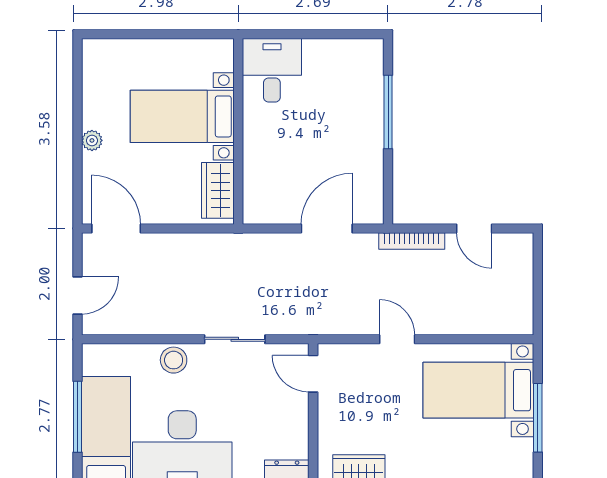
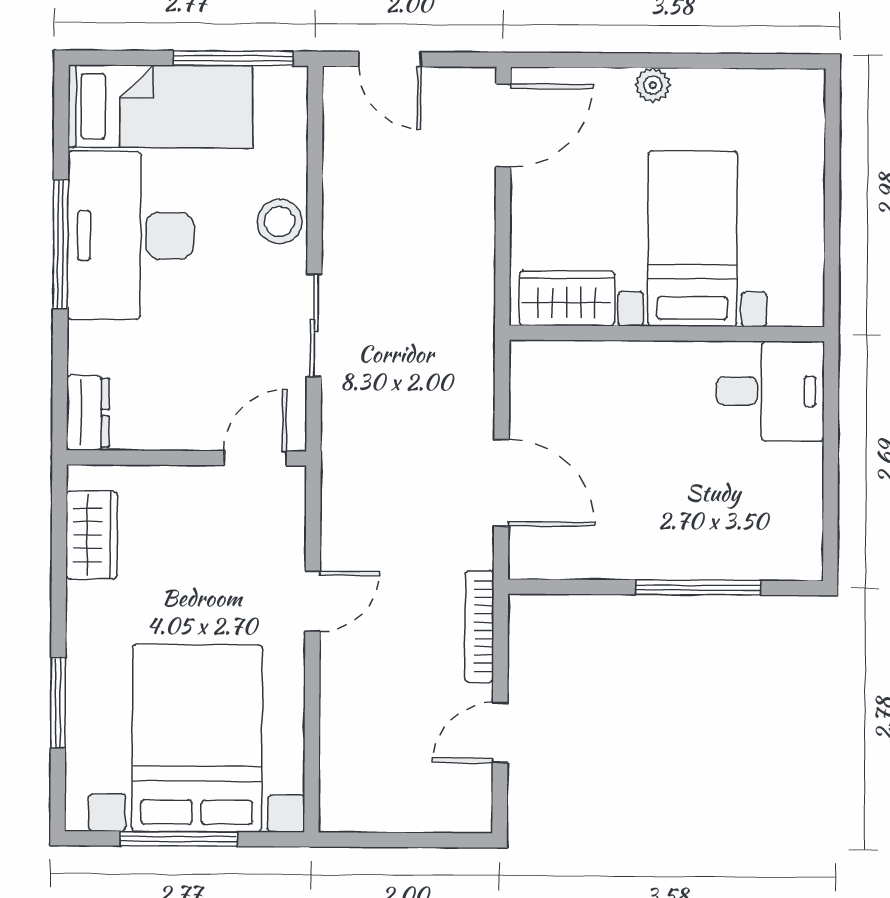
bed with nightstands: (478, 390) -> (197, 738), width x1.36
window: (77, 417) -> (233, 58), moved

